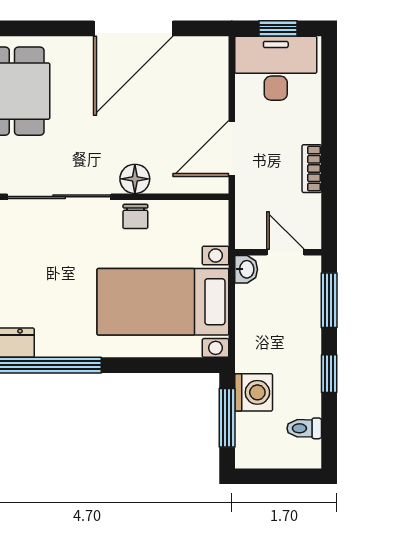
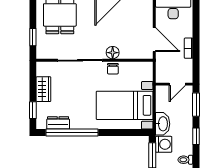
door: (232, 149) -> (154, 40), swing flipped
door: (285, 252) -> (177, 84), swing flipped
washbasin: (246, 269) -> (163, 124), moved, width x1.91, depth x1.45

